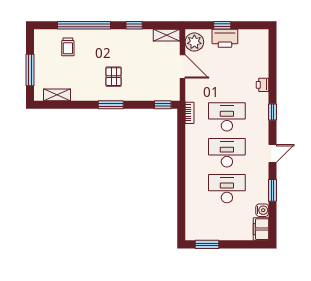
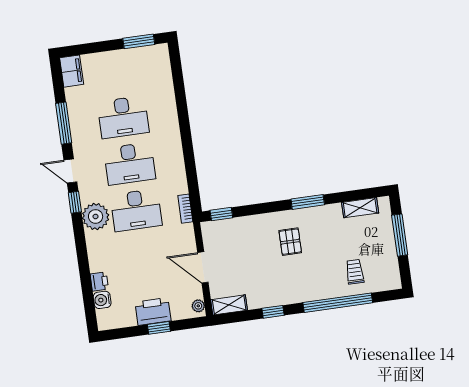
plant: (194, 42) -> (198, 306), width x0.53, depth x0.53
printer: (262, 85) -> (99, 282), moved
window: (111, 105) -> (308, 202), moved
window: (273, 112) -> (75, 202), moved
plant: (258, 116) -> (96, 216), added
door: (273, 153) -> (70, 171), hinge flipped
window: (273, 190) -> (64, 123), width x1.44
water cooler: (262, 210) -> (102, 300), moved

